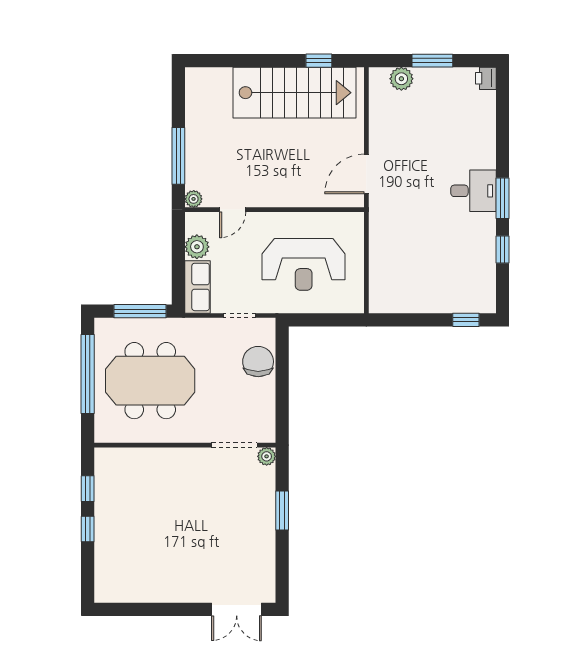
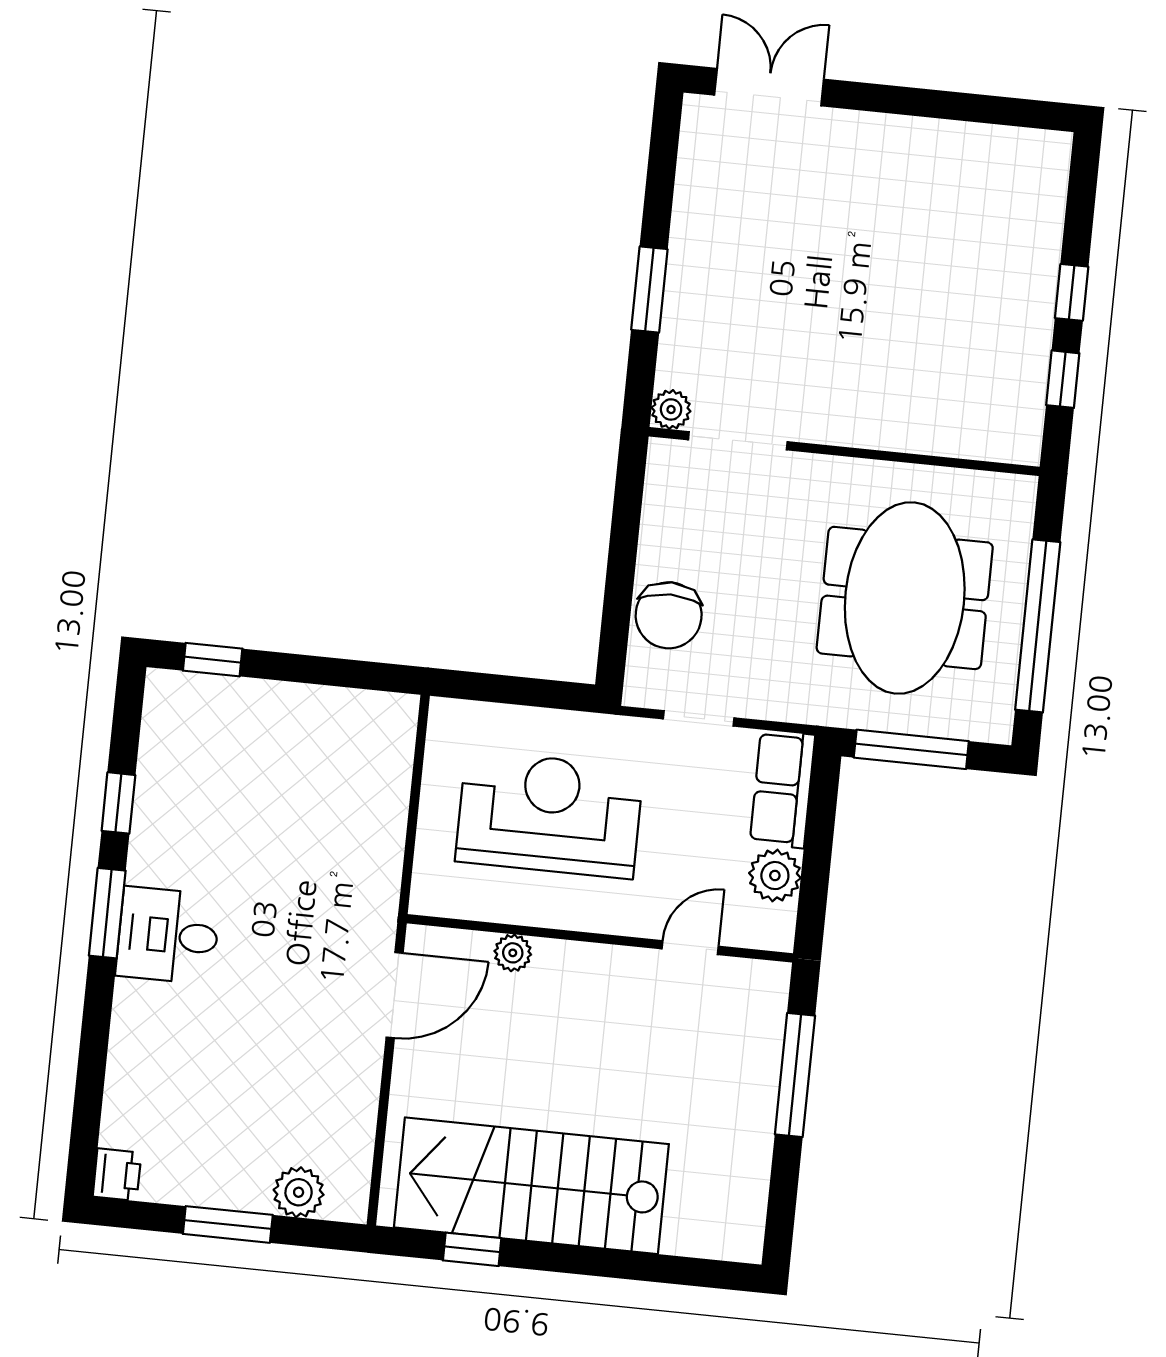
plant: (194, 199) -> (513, 953), moved
meeting table: (150, 381) -> (905, 598), turned 90

